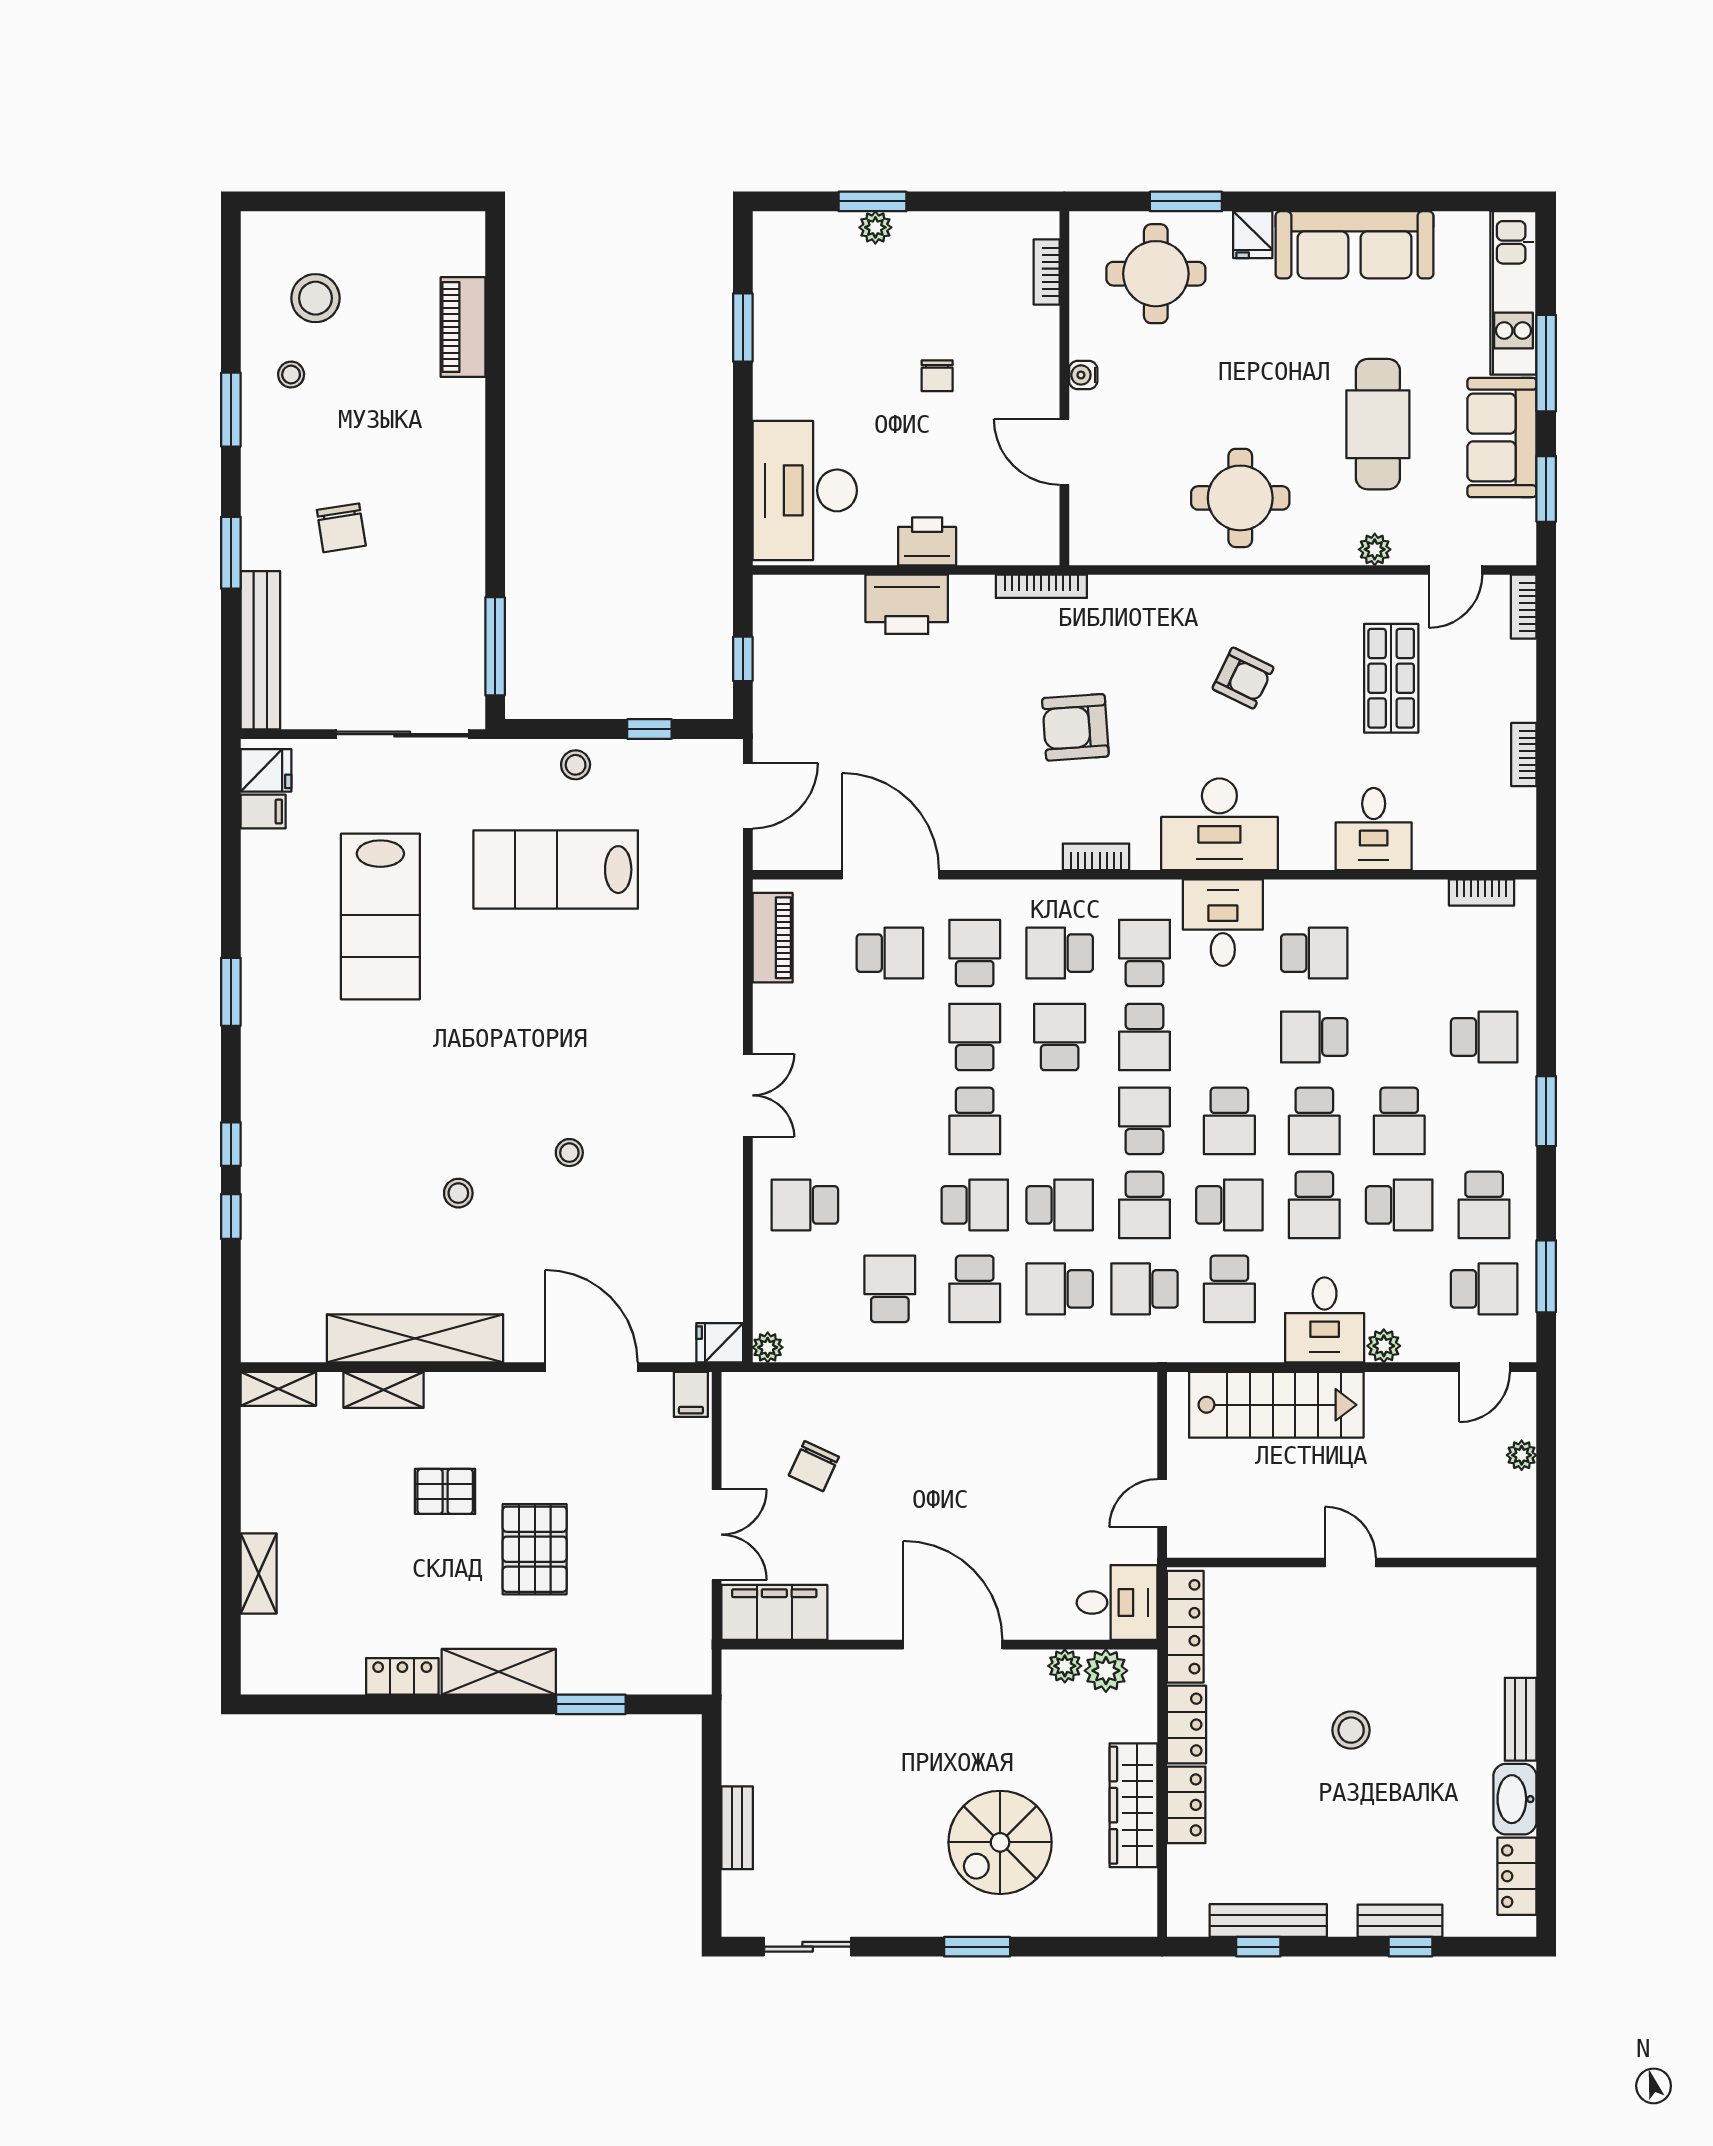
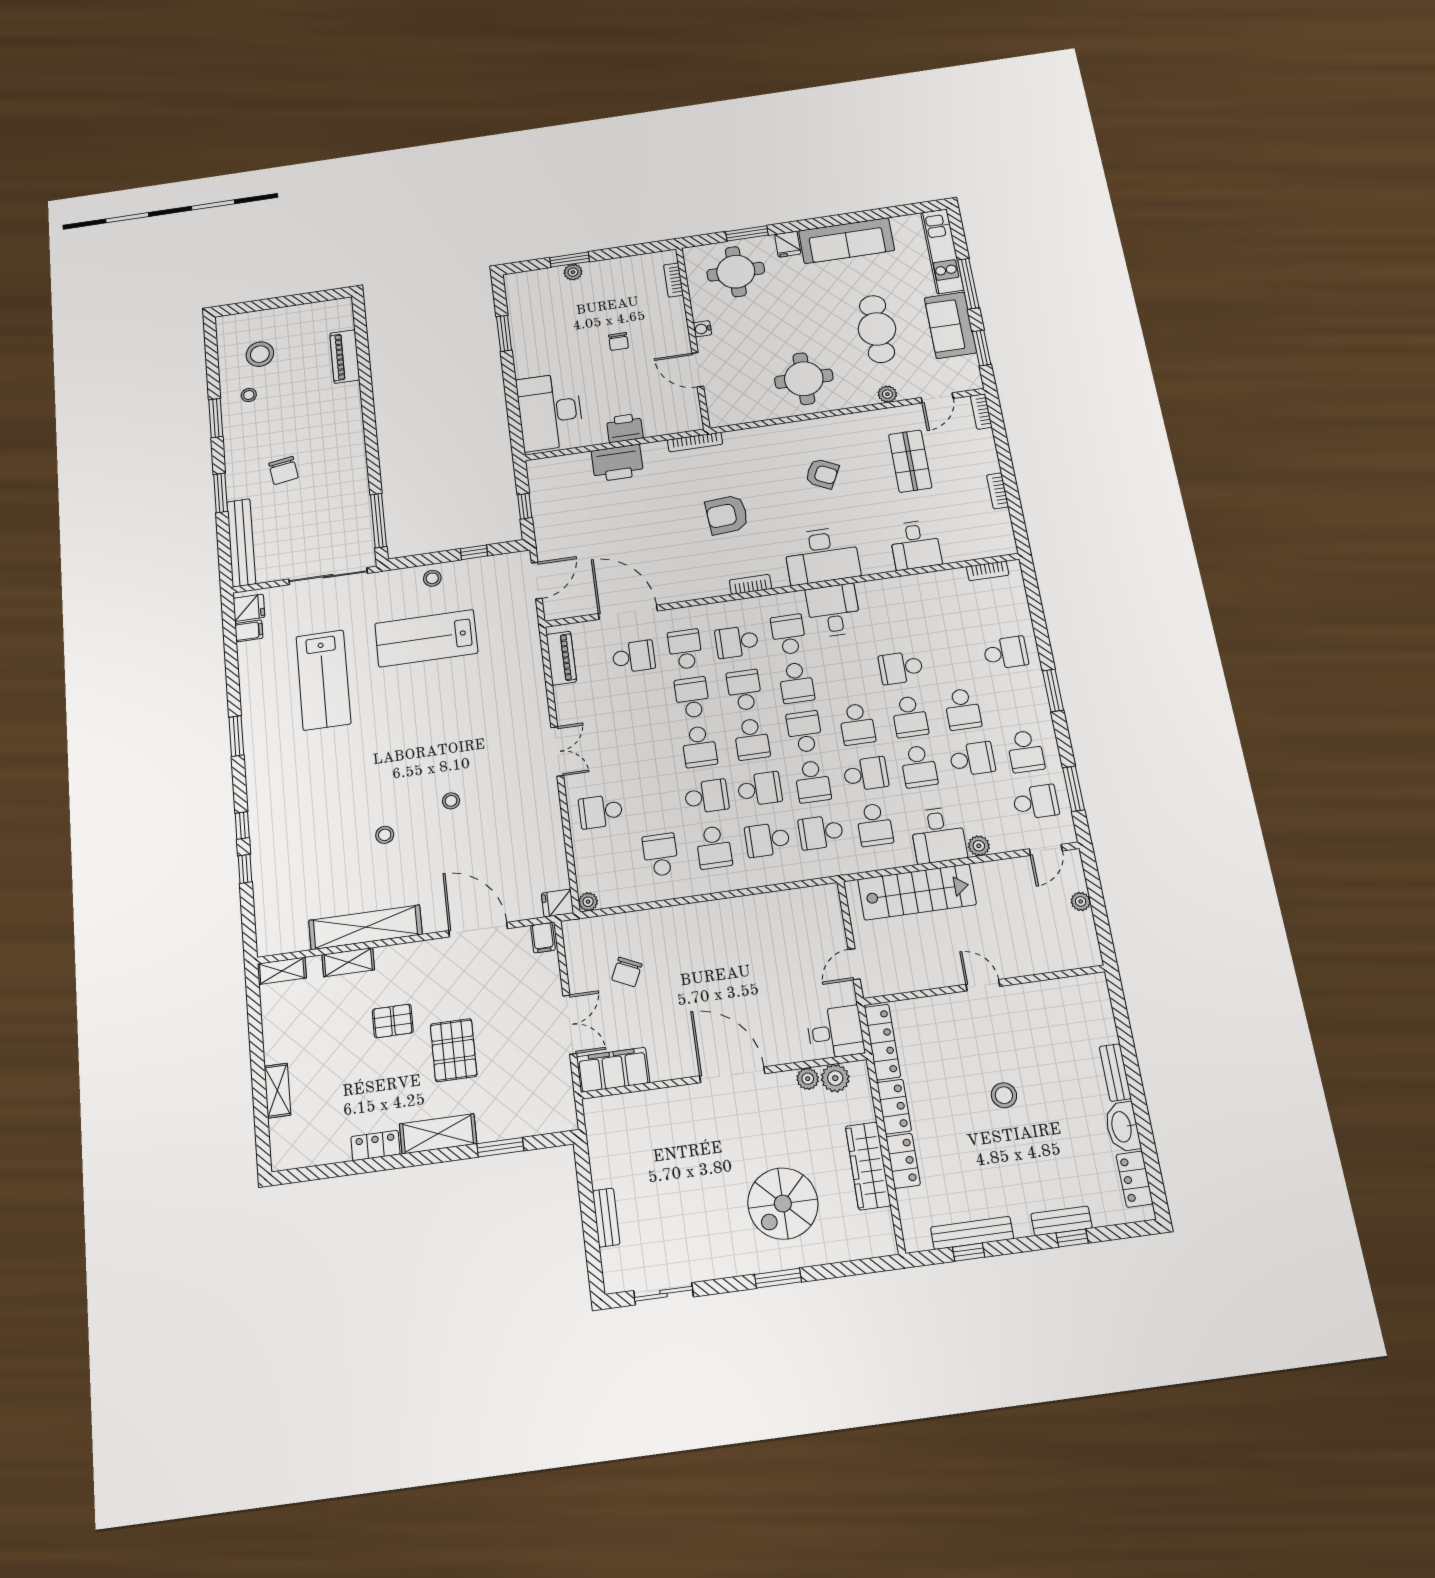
school desk: (1314, 953) -> (752, 739), moved, turned 90

